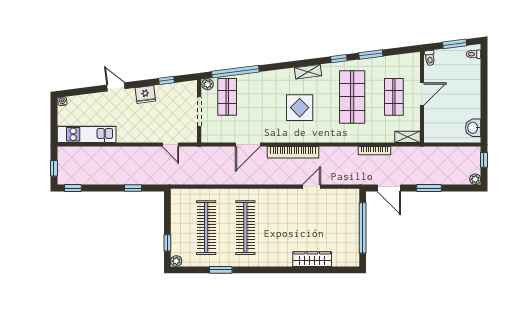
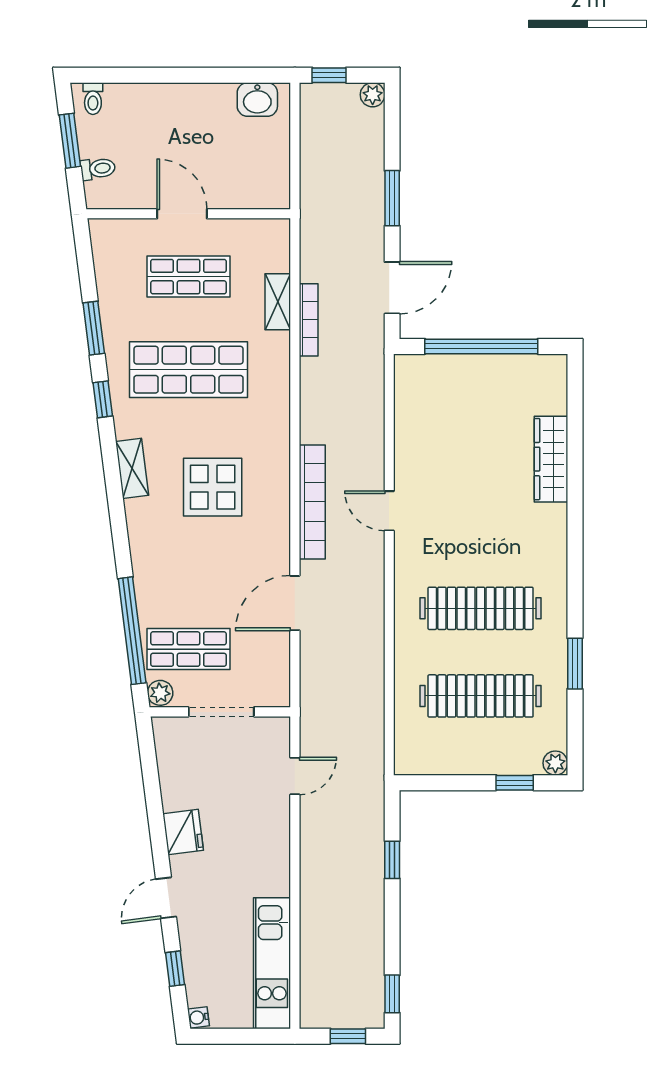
toilet: (430, 58) -> (98, 169), moved
window: (166, 80) -> (175, 969), moved
shelving: (407, 137) -> (278, 302), moved
door: (248, 145) -> (295, 603), swing flipped
door: (312, 187) -> (389, 511), moved

